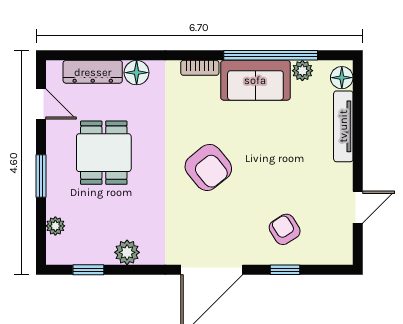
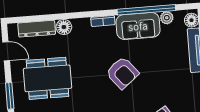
dining table: (104, 153) -> (47, 78), width x1.38
armchair: (208, 167) -> (122, 73), moved

